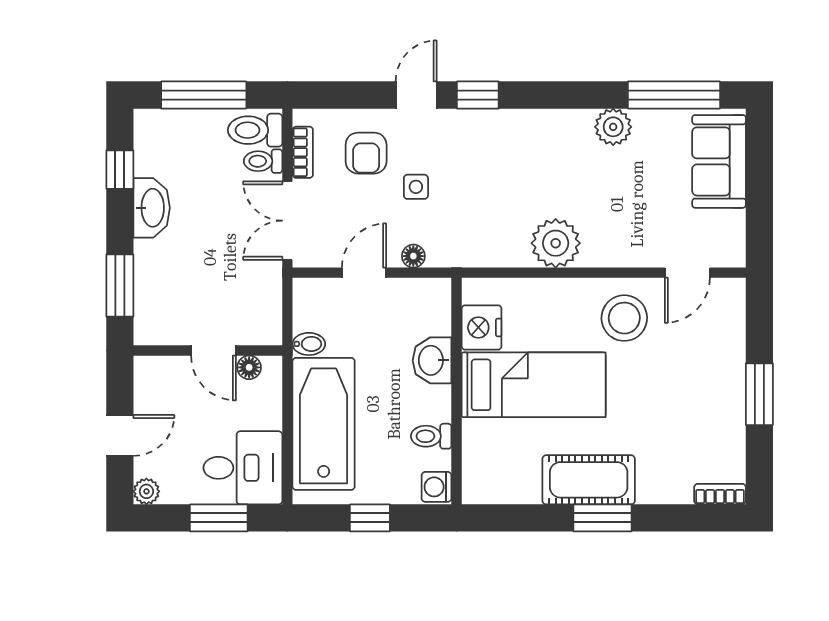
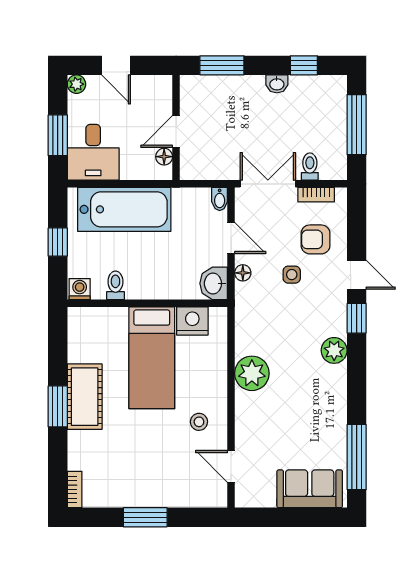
plant: (613, 127) -> (334, 350), moved
toilet: (255, 130) -> (332, 161), removed
washbasin: (152, 208) -> (277, 84), width x0.52, depth x0.69
stool: (624, 318) -> (199, 422), width x0.53, depth x0.53
bidet: (309, 344) -> (220, 199), moved
washbasin: (432, 360) -> (214, 283), moved, turned -90

